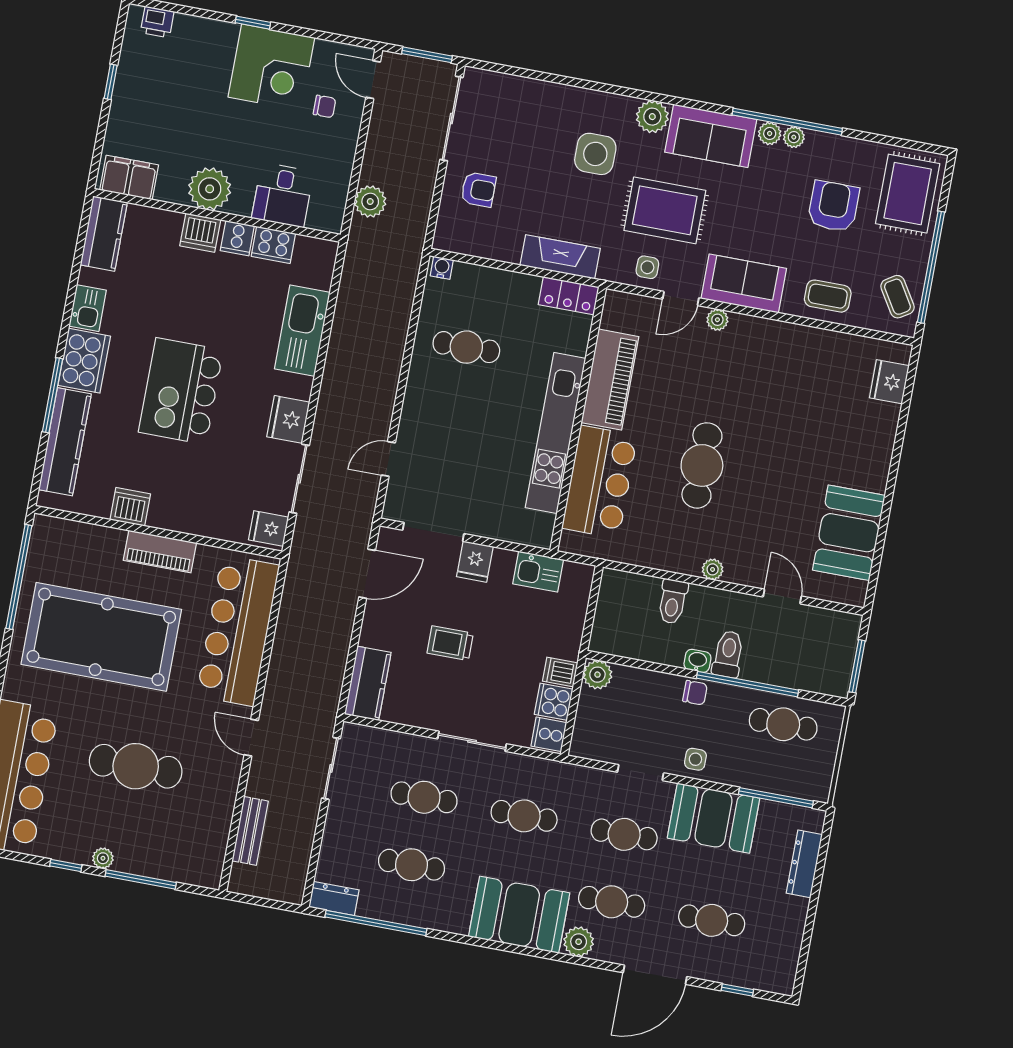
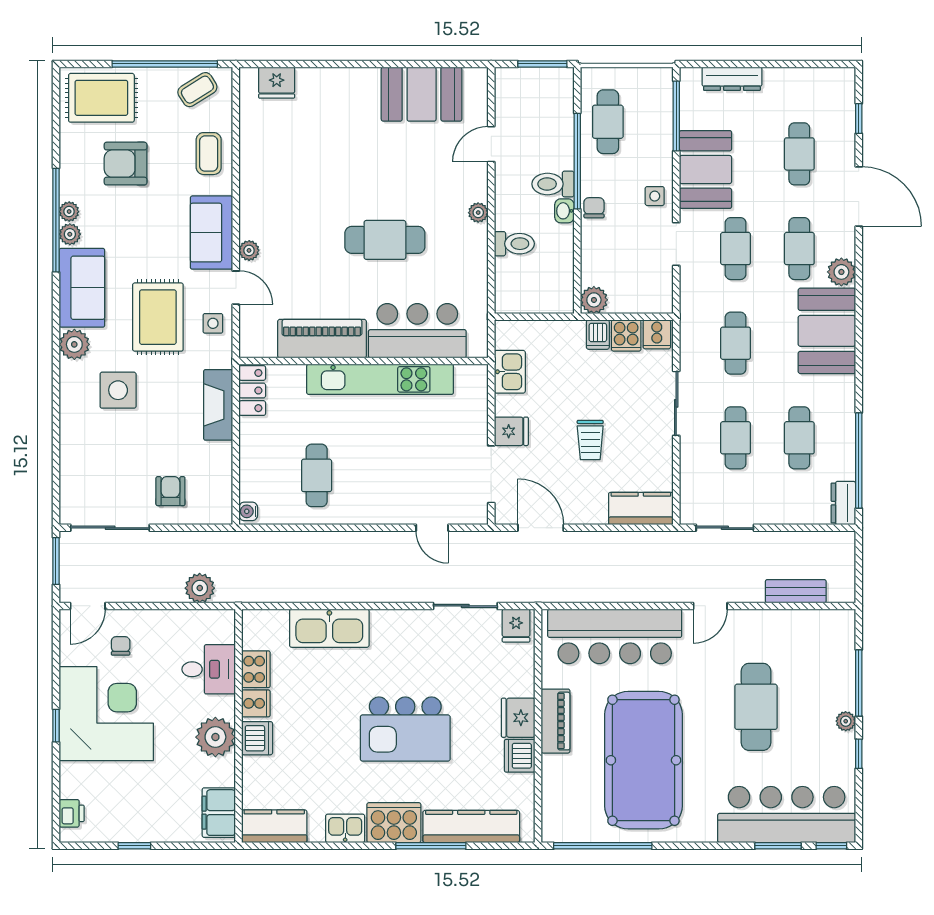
corner desk: (271, 67) -> (106, 714), width x1.36, depth x1.36
fridge: (288, 419) -> (518, 718), moved, turned 90

